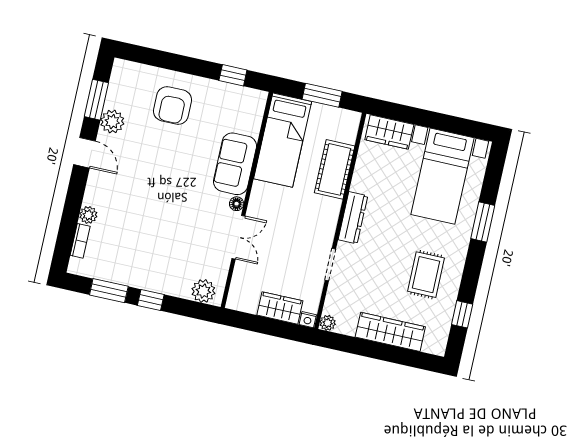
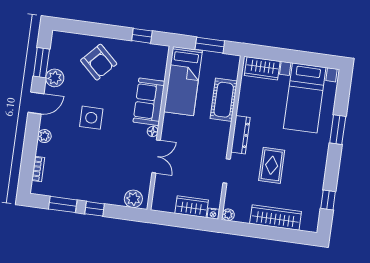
armchair: (173, 105) -> (99, 62), turned -47
door: (85, 153) -> (36, 103), hinge flipped
side table: (156, 179) -> (91, 118), added
plant: (88, 215) -> (44, 136), moved
rug: (426, 275) -> (272, 165), moved

